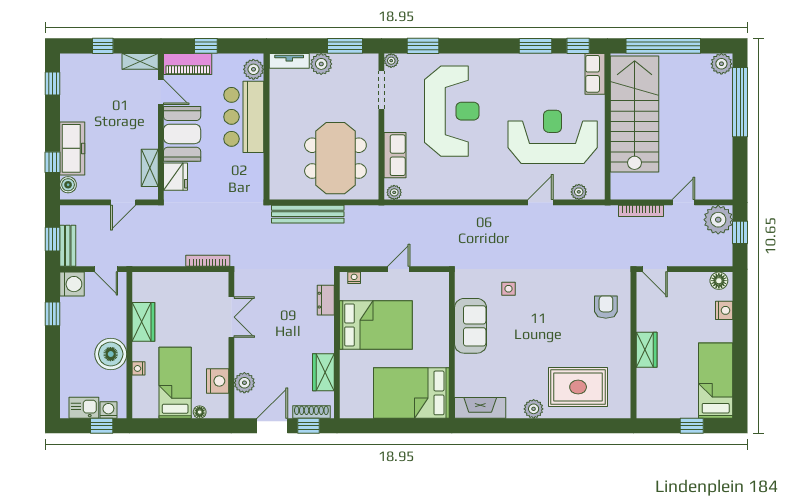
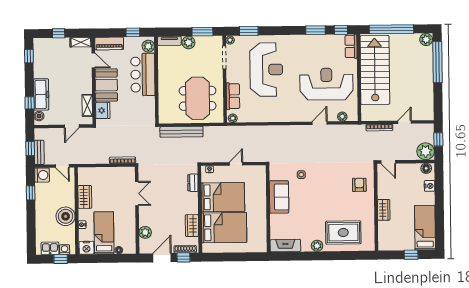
window: (206, 46) -> (133, 32), moved
plant: (718, 220) -> (426, 151), moved
nightstand: (218, 381) -> (86, 248), moved, turned 90
bed: (411, 393) -> (224, 228), moved, turned 180

